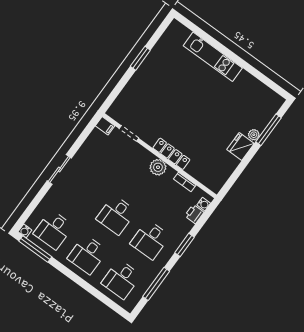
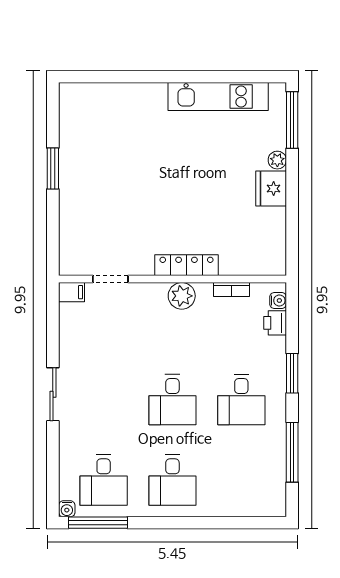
kitchen unit: (213, 57) -> (218, 97), moved
window: (268, 130) -> (292, 120), moved
desk: (121, 279) -> (241, 480), removed

